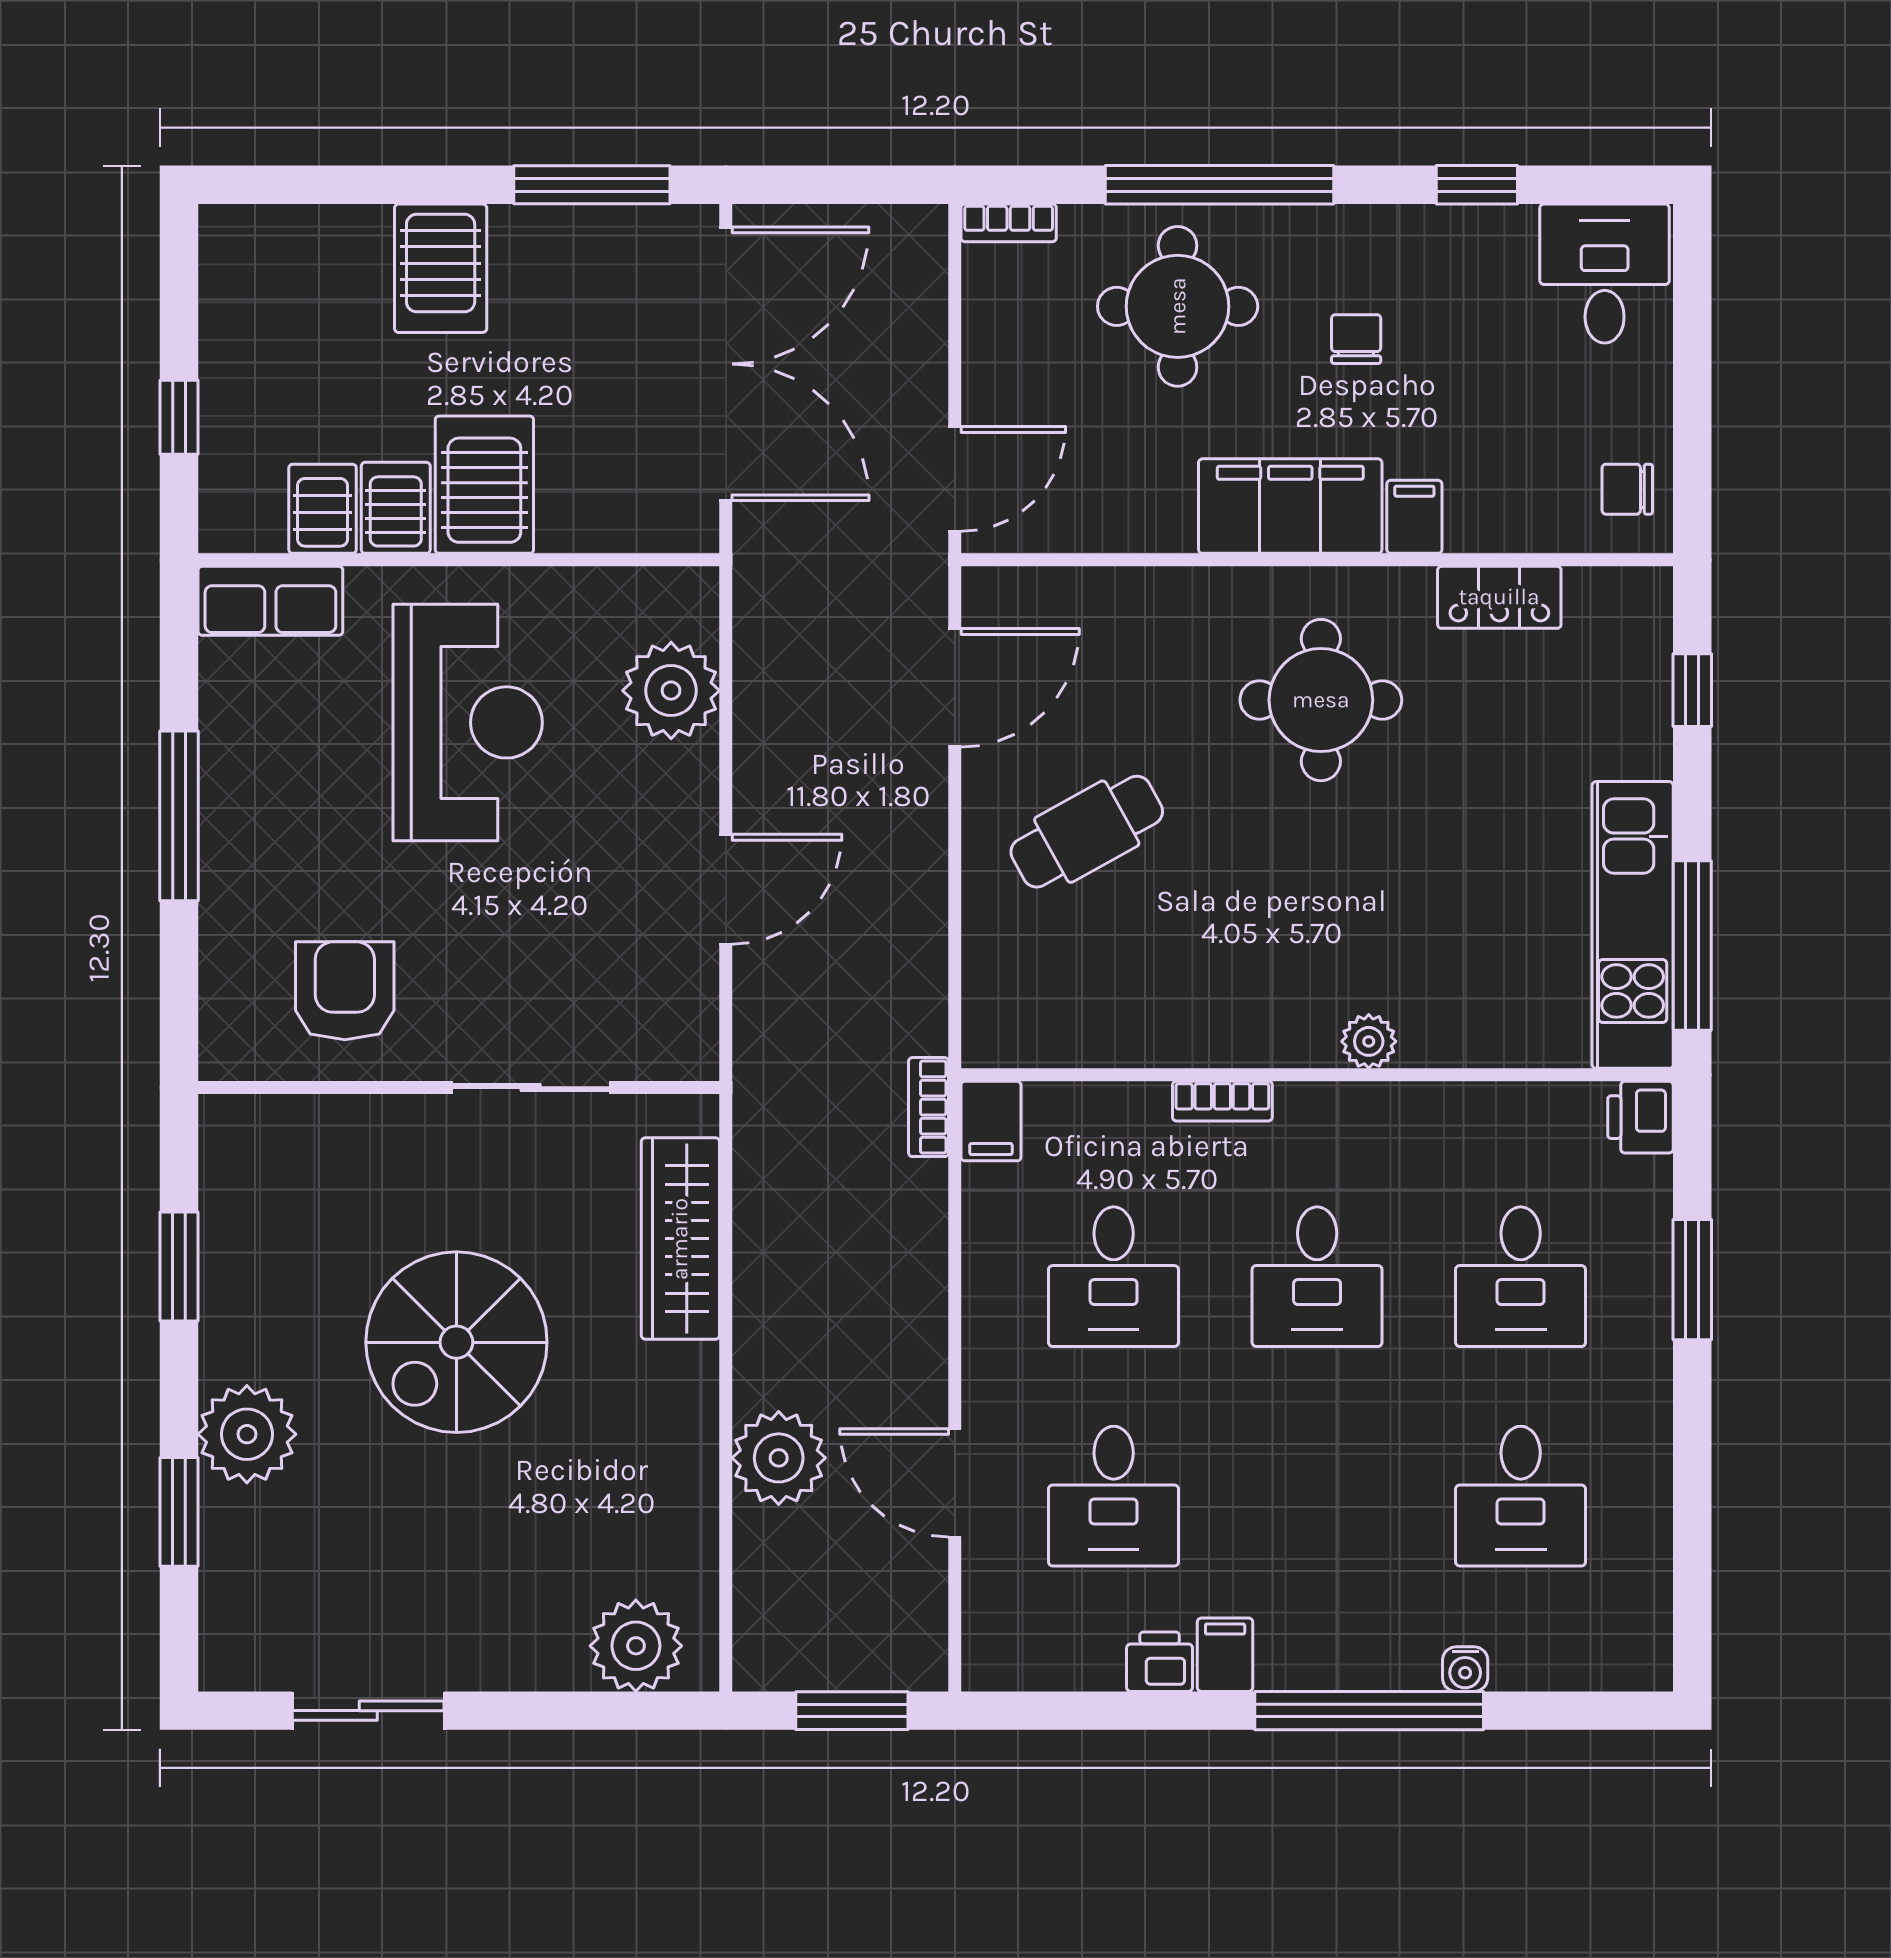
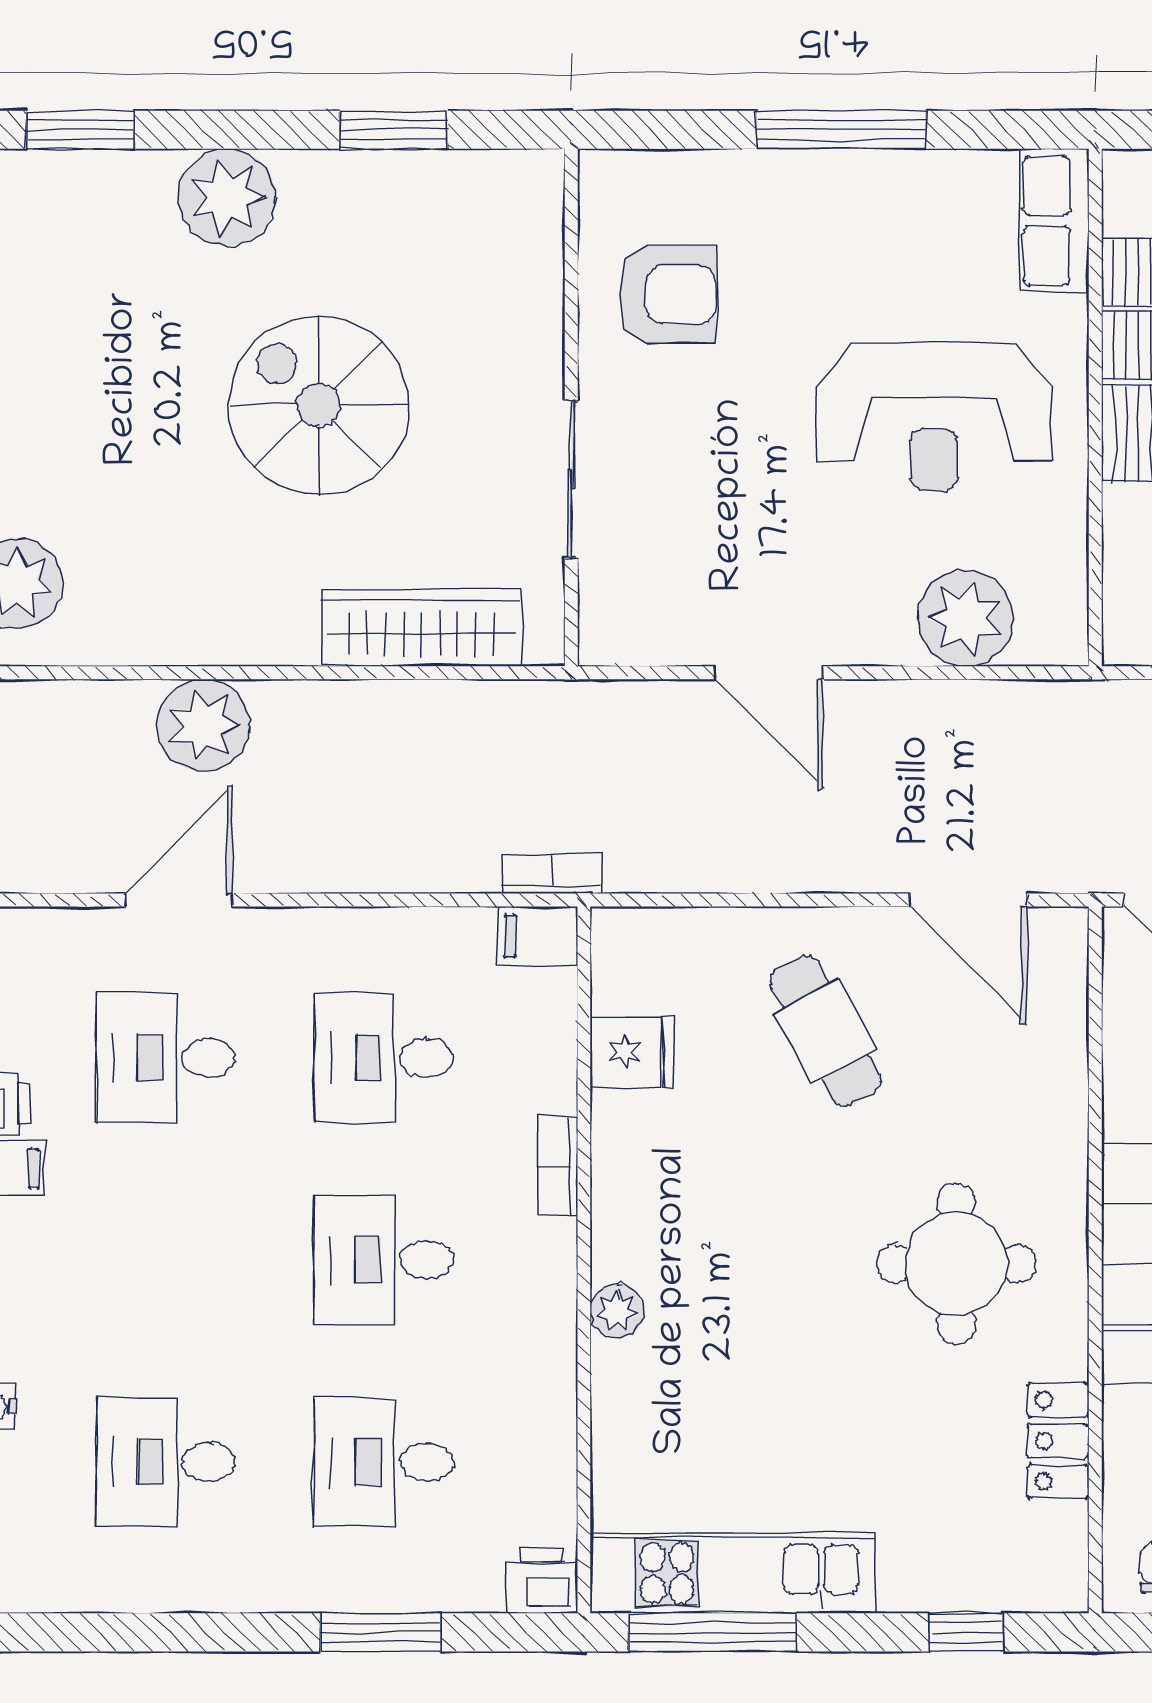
fridge: (1107, 1026) -> (632, 1052), added
window: (179, 1512) -> (80, 130), moved

